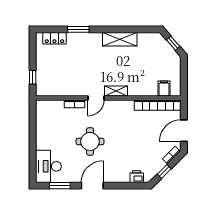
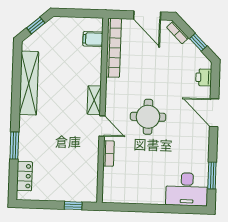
shelving: (120, 39) -> (29, 83), width x1.47
round table: (90, 141) -> (148, 117), moved
door: (92, 186) -> (214, 113), moved

